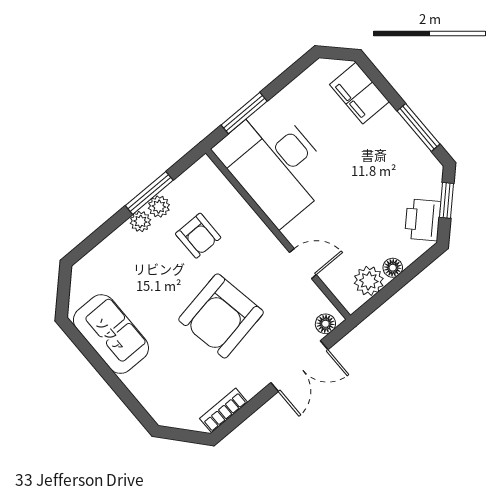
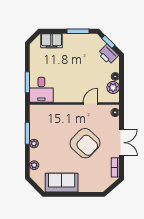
desk: (275, 164) -> (41, 90), width x0.53, depth x0.77
plant: (159, 207) -> (34, 165), moved
armchair: (198, 236) -> (54, 129), removed
armchair: (221, 316) -> (85, 143), turned -37
double door: (299, 366) -> (122, 143), moved

